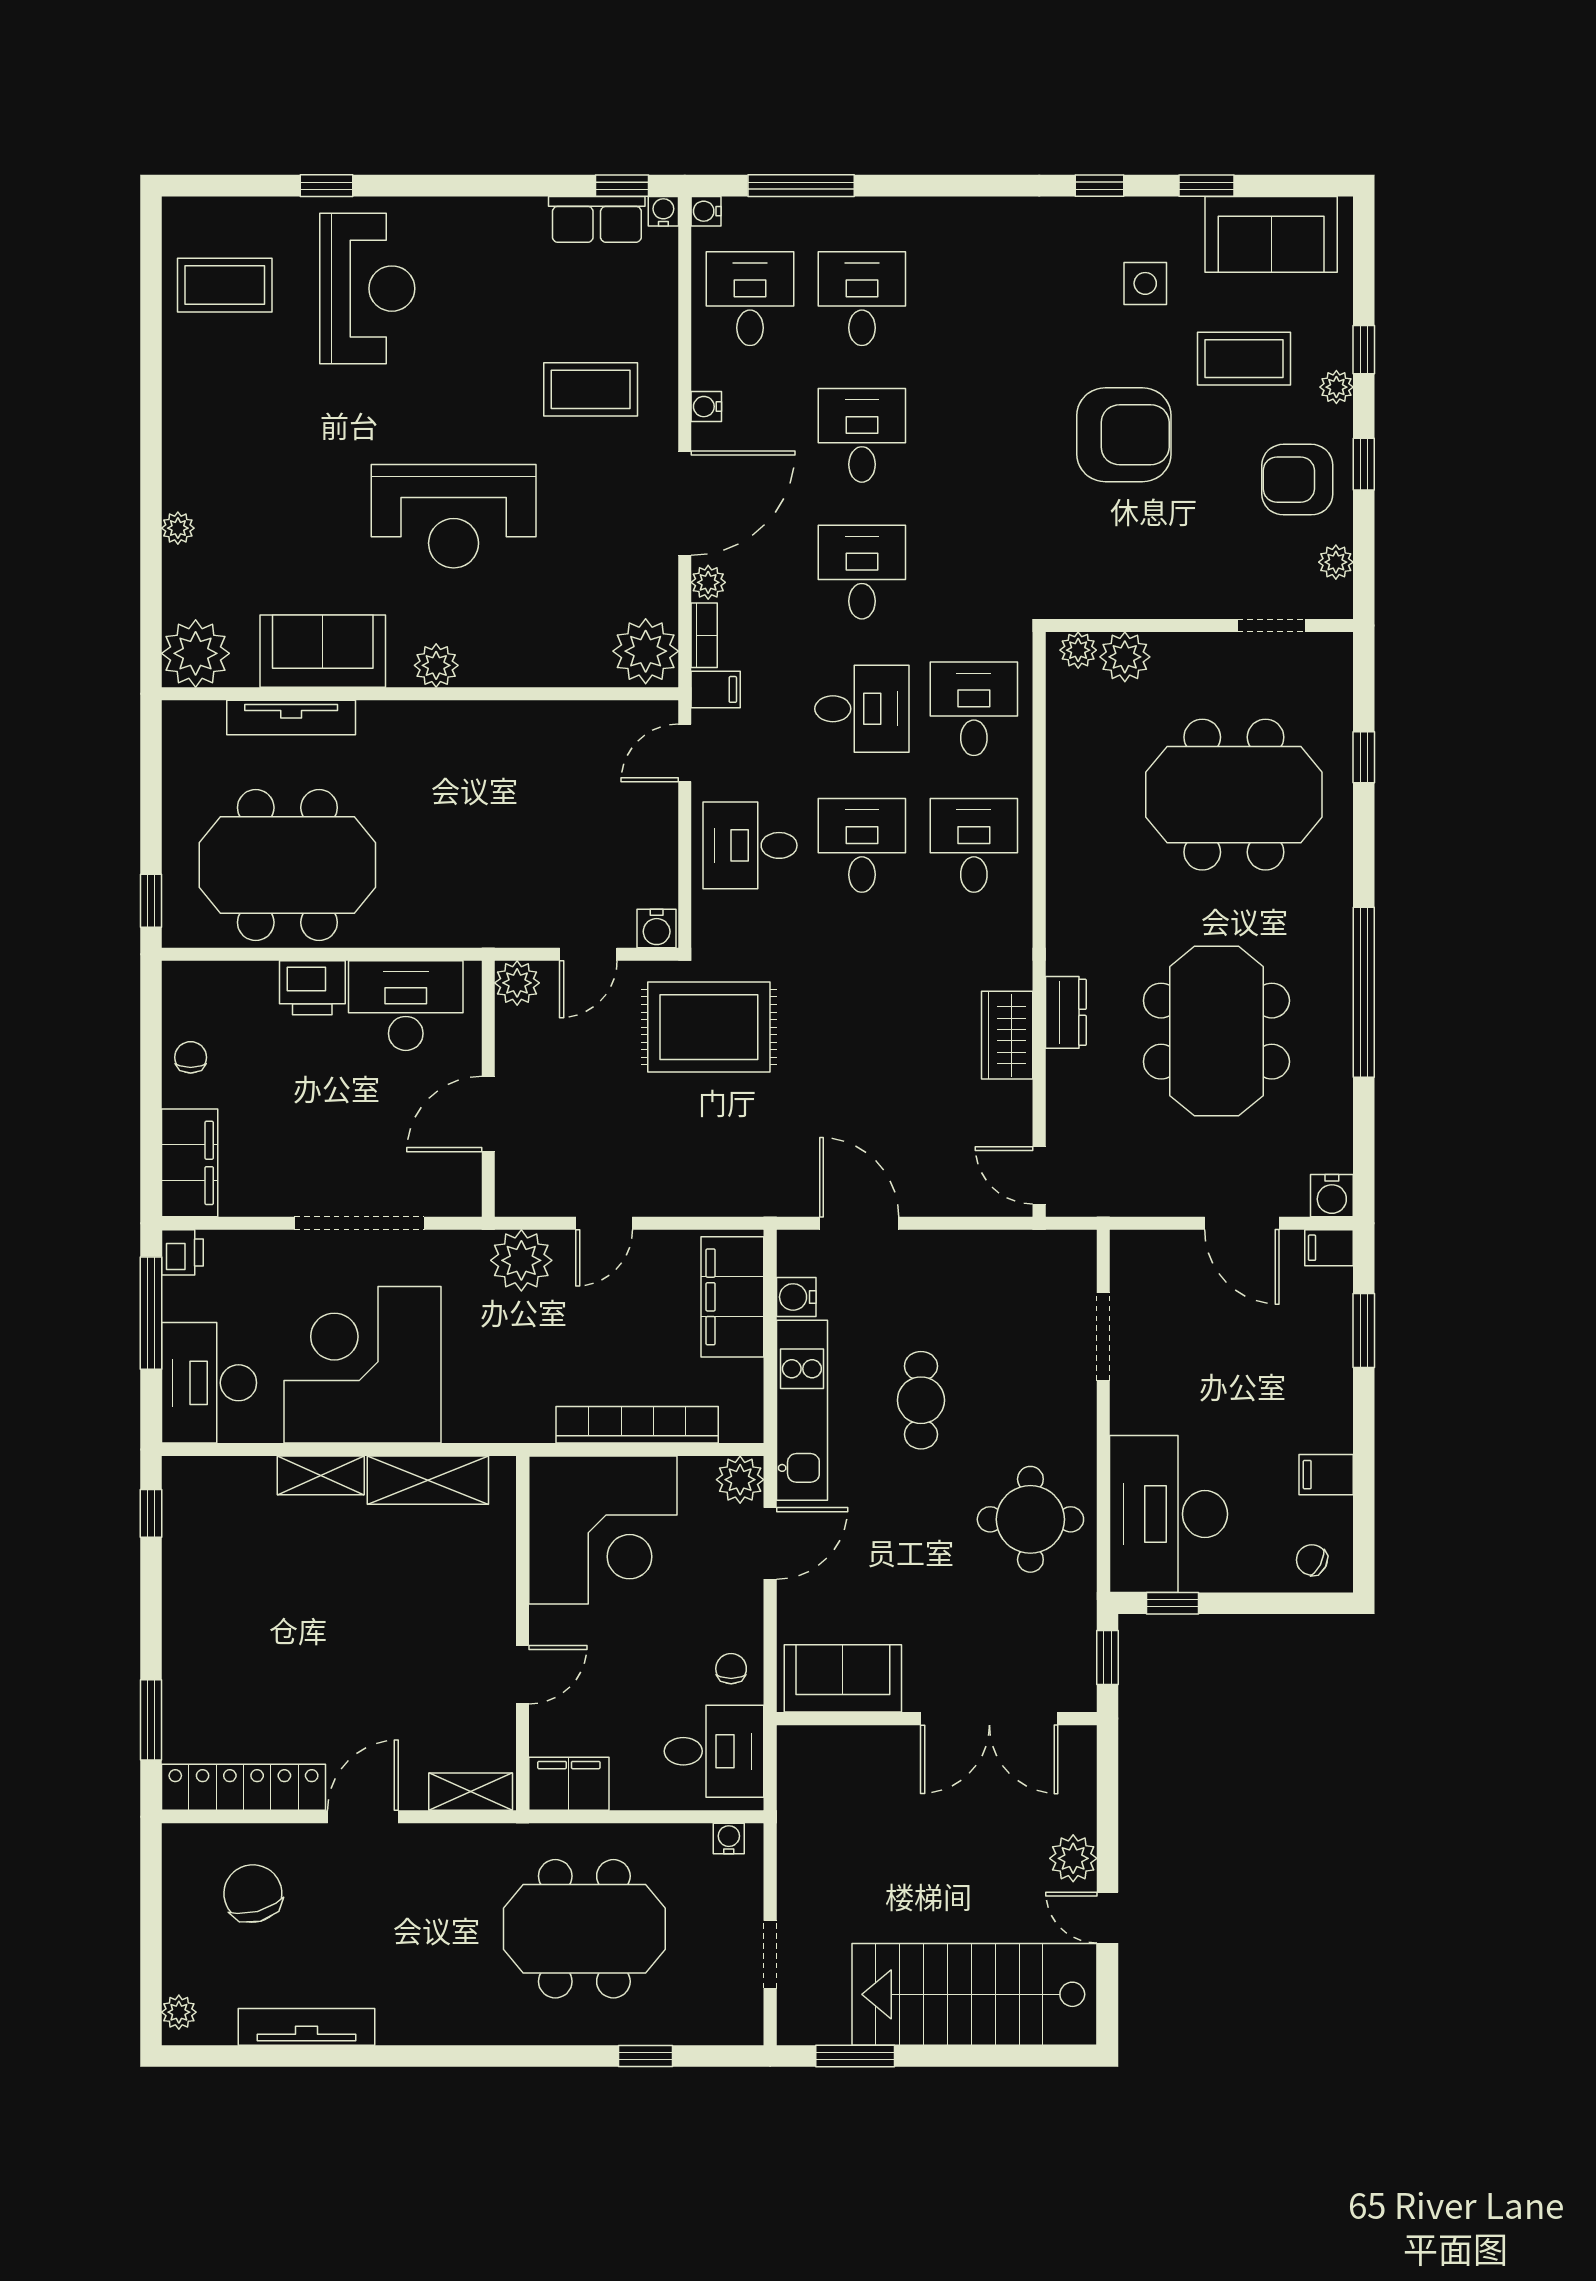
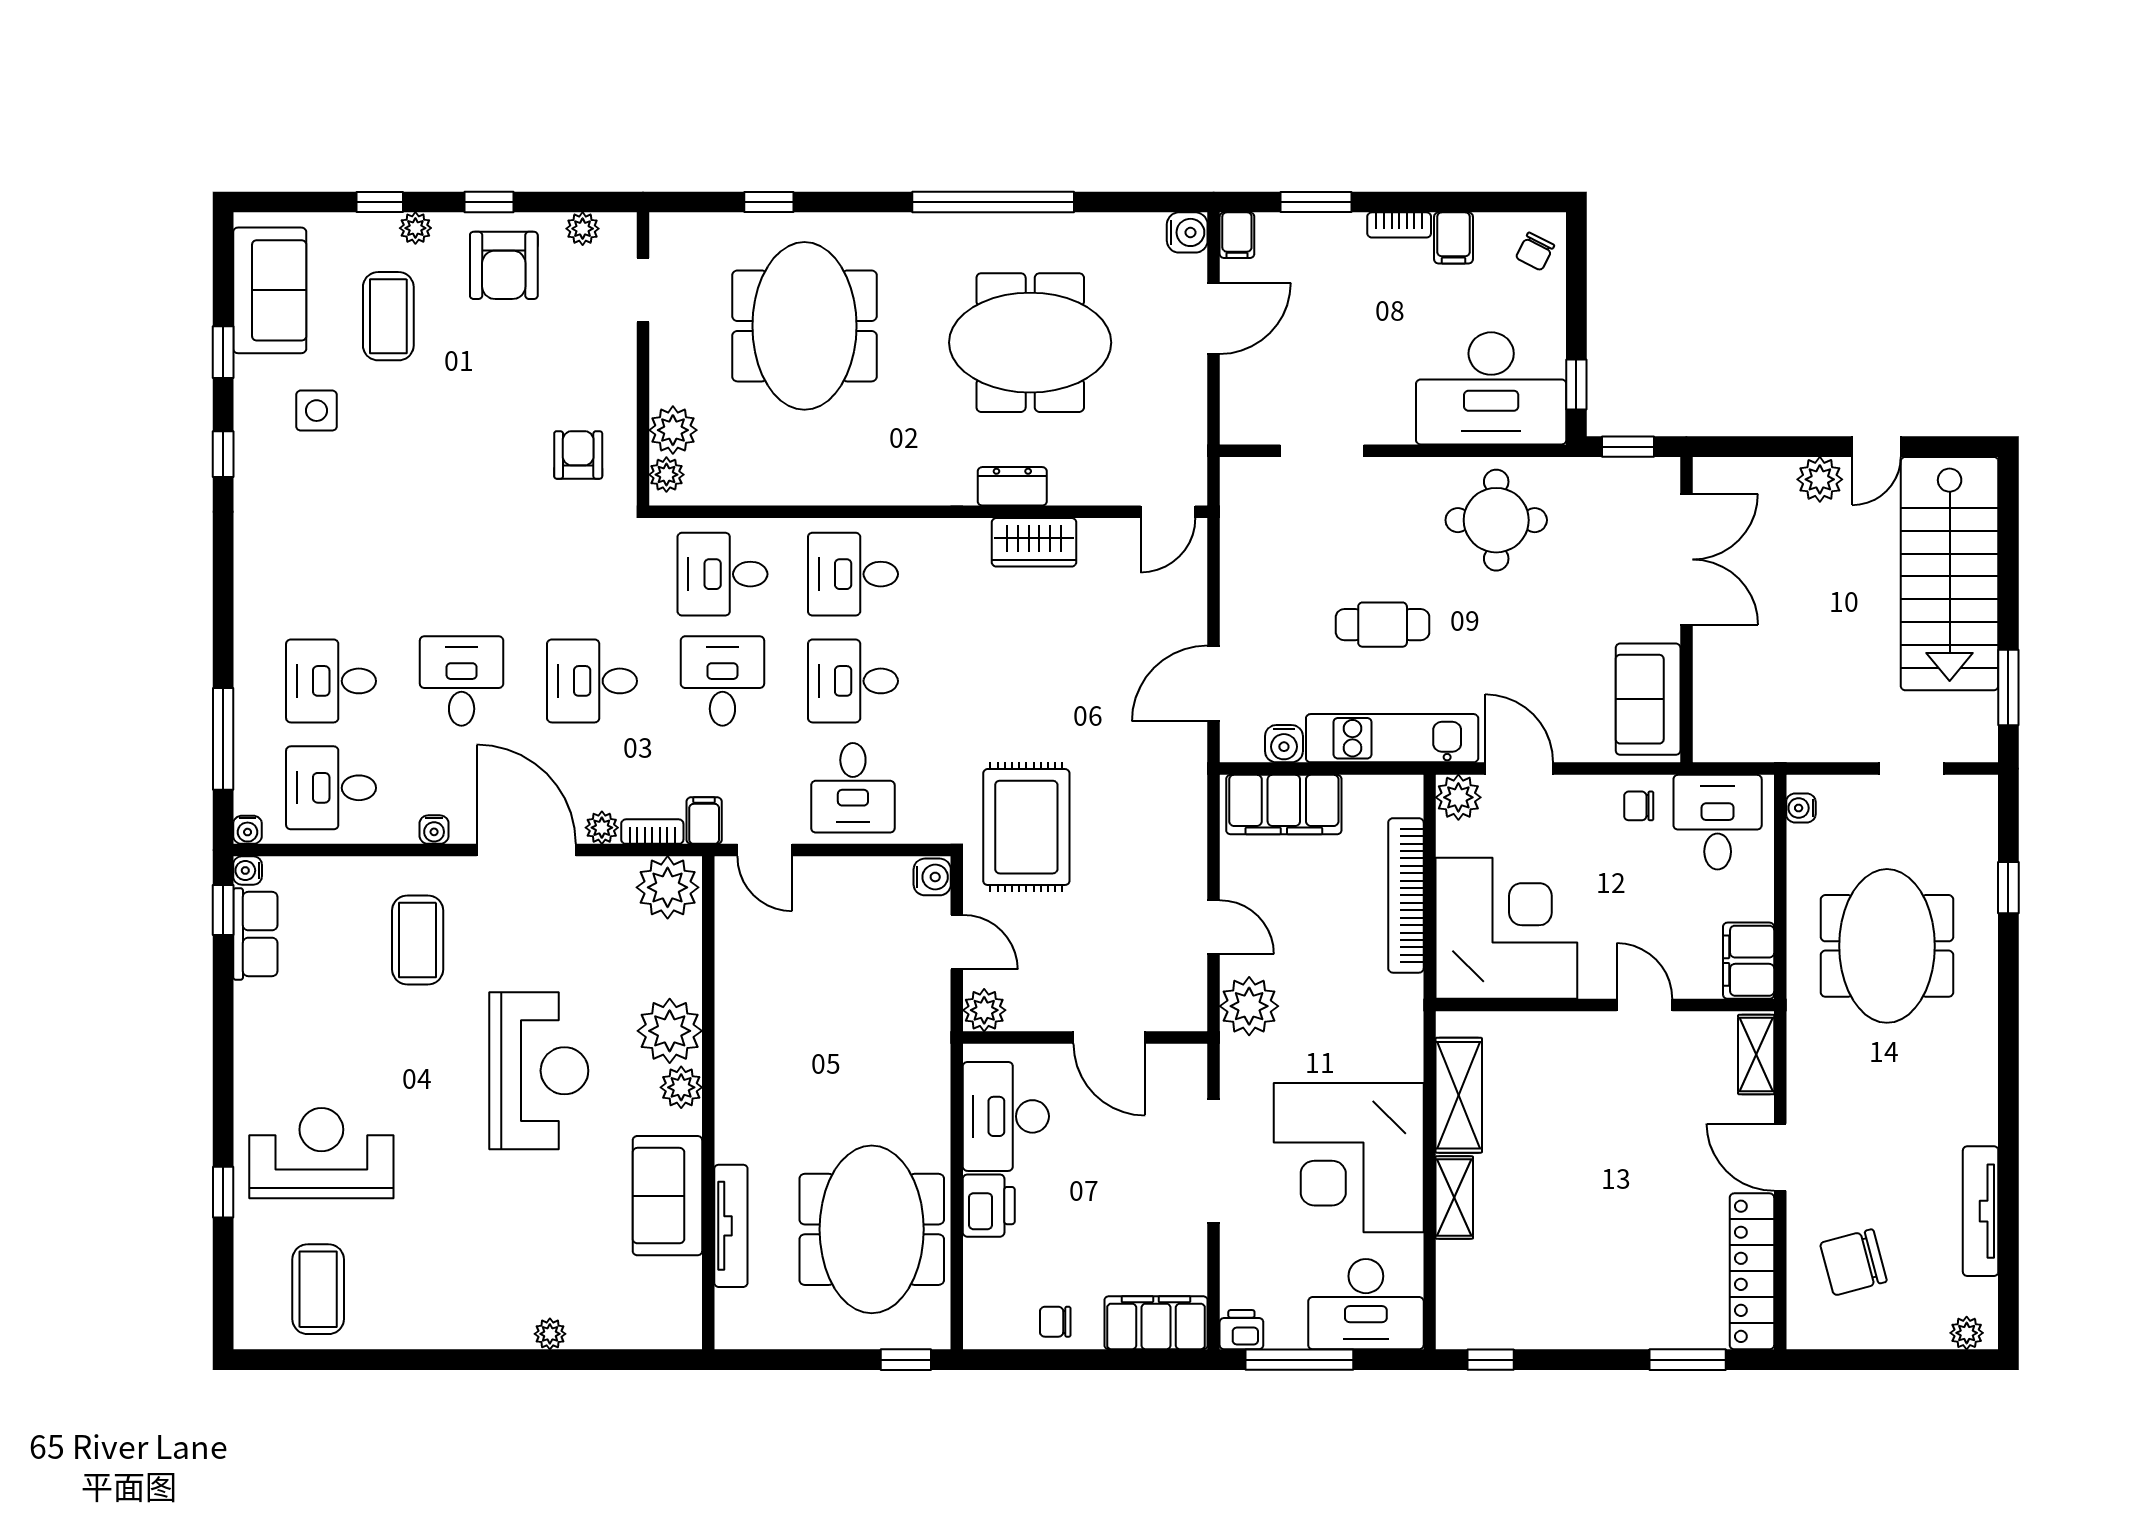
desk: (862, 435) -> (462, 681), turned 90
armchair: (1124, 435) -> (578, 455), moved, width x0.53, depth x0.53
plant: (196, 653) -> (670, 1031), moved
bookcase: (1340, 1418) -> (1399, 225), added

